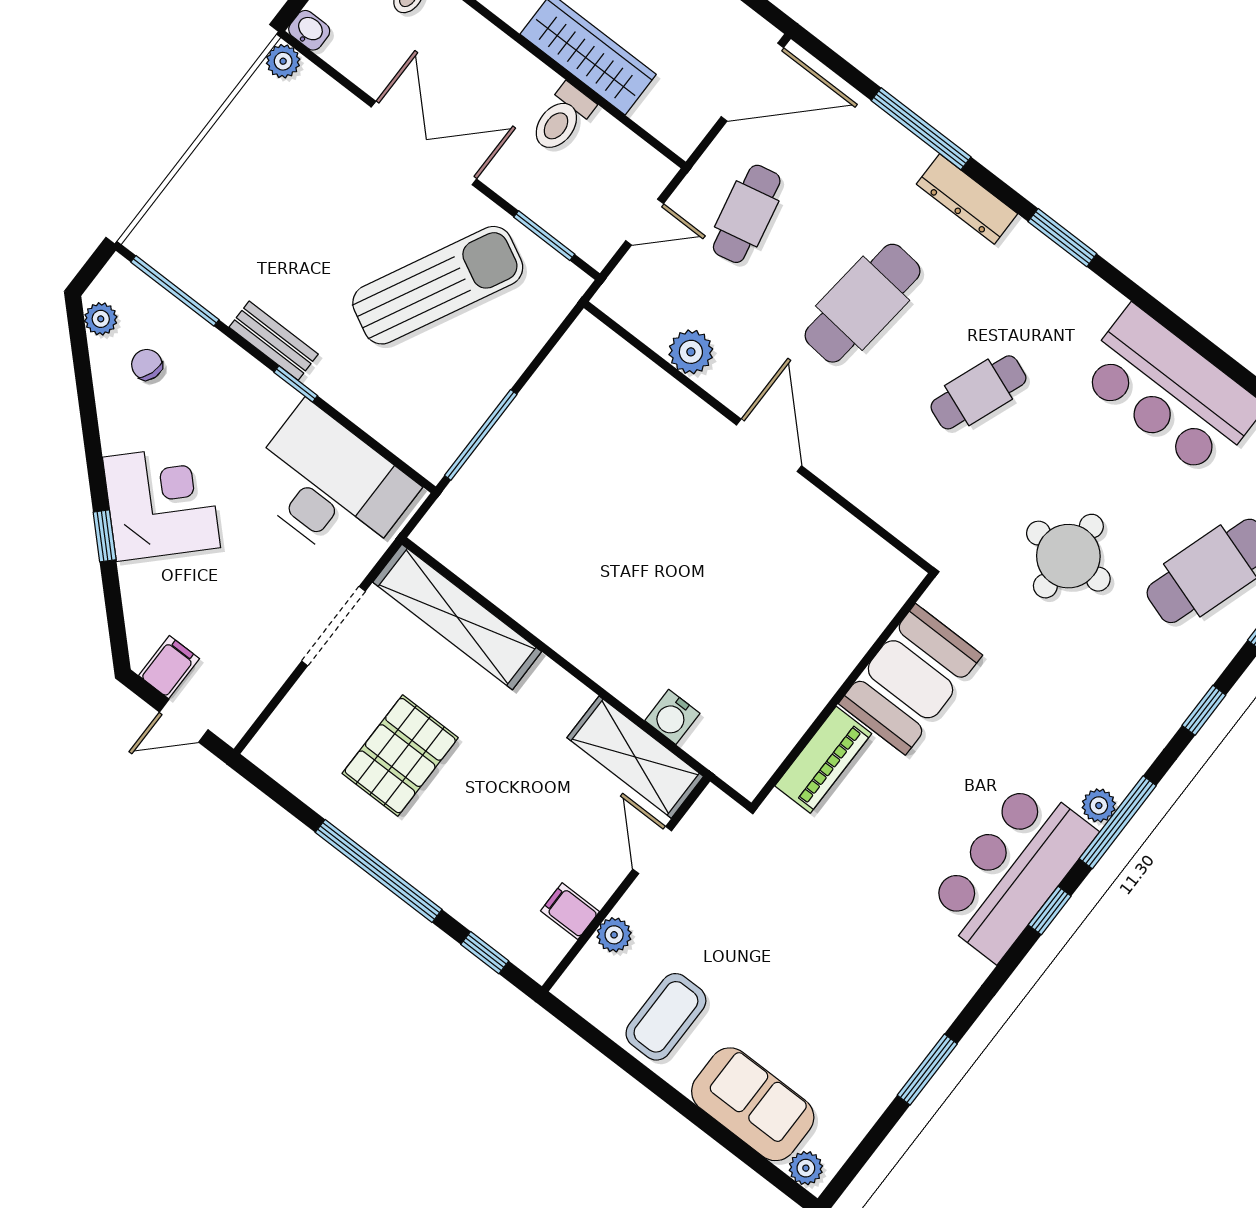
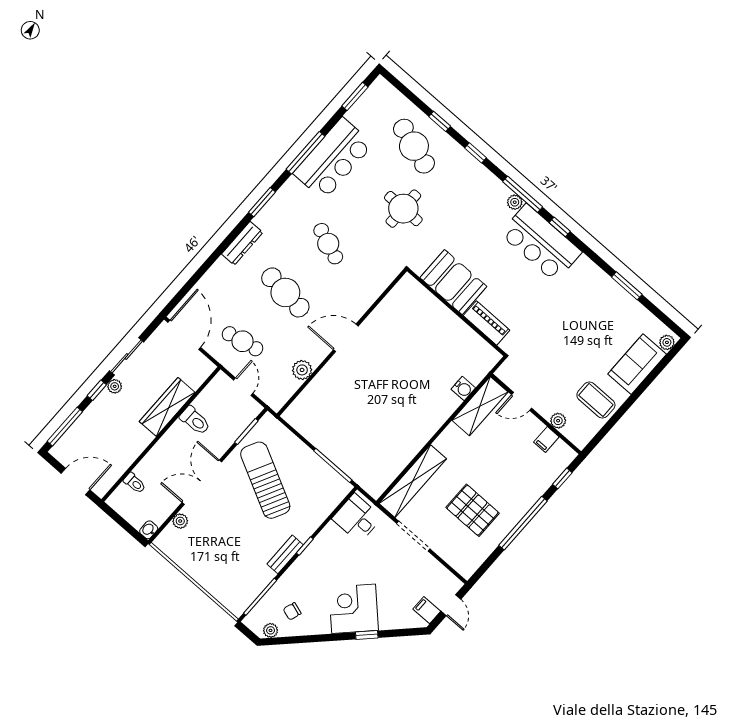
plant: (283, 61) -> (180, 521), moved
window: (921, 129) -> (305, 153), moved
desk: (330, 486) -> (357, 518), width x0.53, depth x0.77

